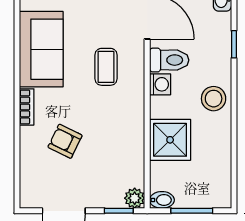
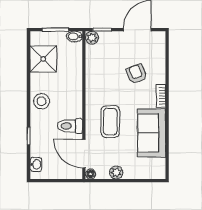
coffee table: (106, 67) -> (110, 122), width x1.36, depth x1.30
washing machine: (160, 84) -> (76, 110), removed
shower: (170, 140) -> (43, 59), moved
armchair: (65, 141) -> (136, 74), turned -138

